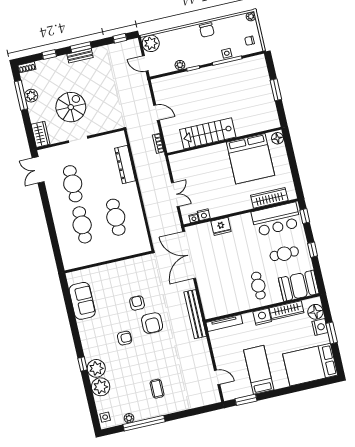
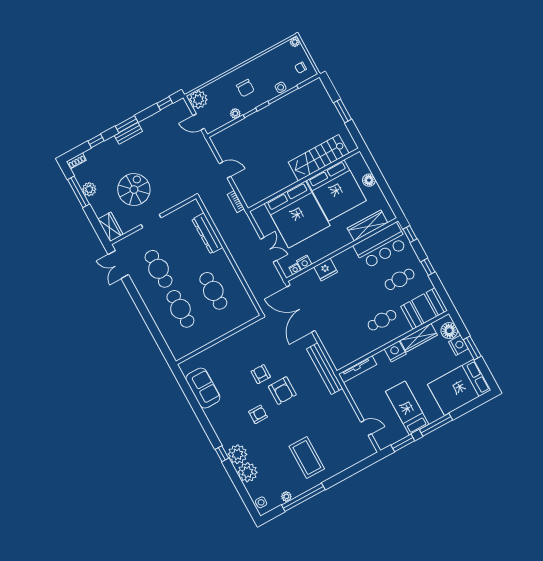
chair: (207, 30) -> (245, 88), moved
stairs: (208, 133) -> (319, 158), moved
floor lamp: (277, 138) -> (369, 180), moved
bed: (210, 170) -> (297, 214), added
cafe table: (258, 286) -> (382, 320), turned 90
coffee table: (157, 389) -> (307, 457), width x1.86, depth x1.72
window: (280, 392) -> (436, 425), added

